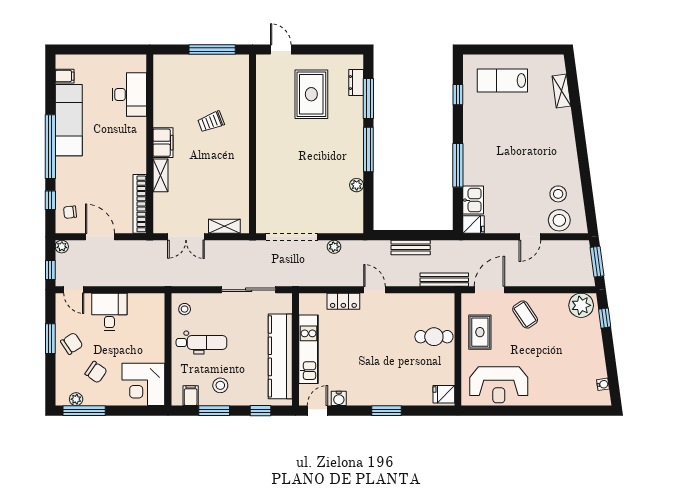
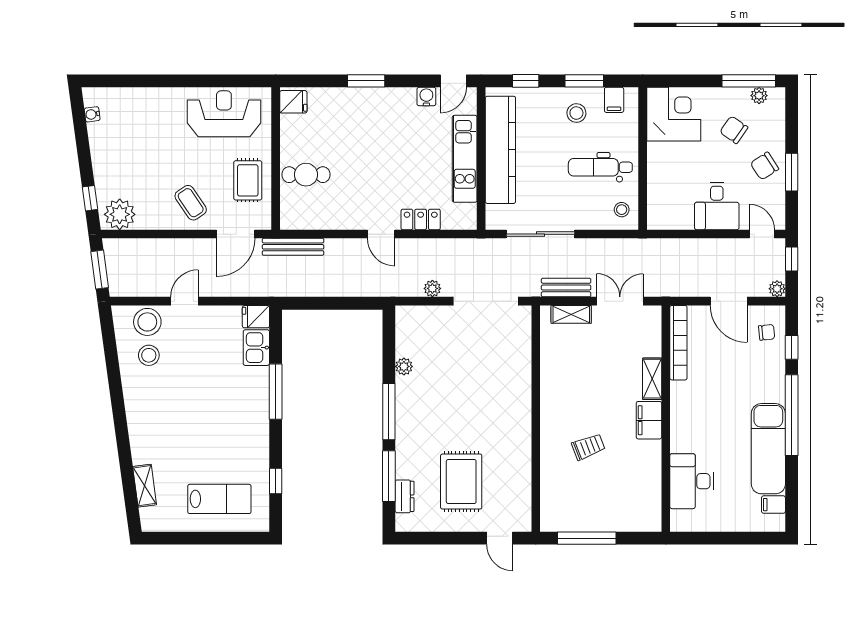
bench: (411, 247) -> (566, 288), moved

